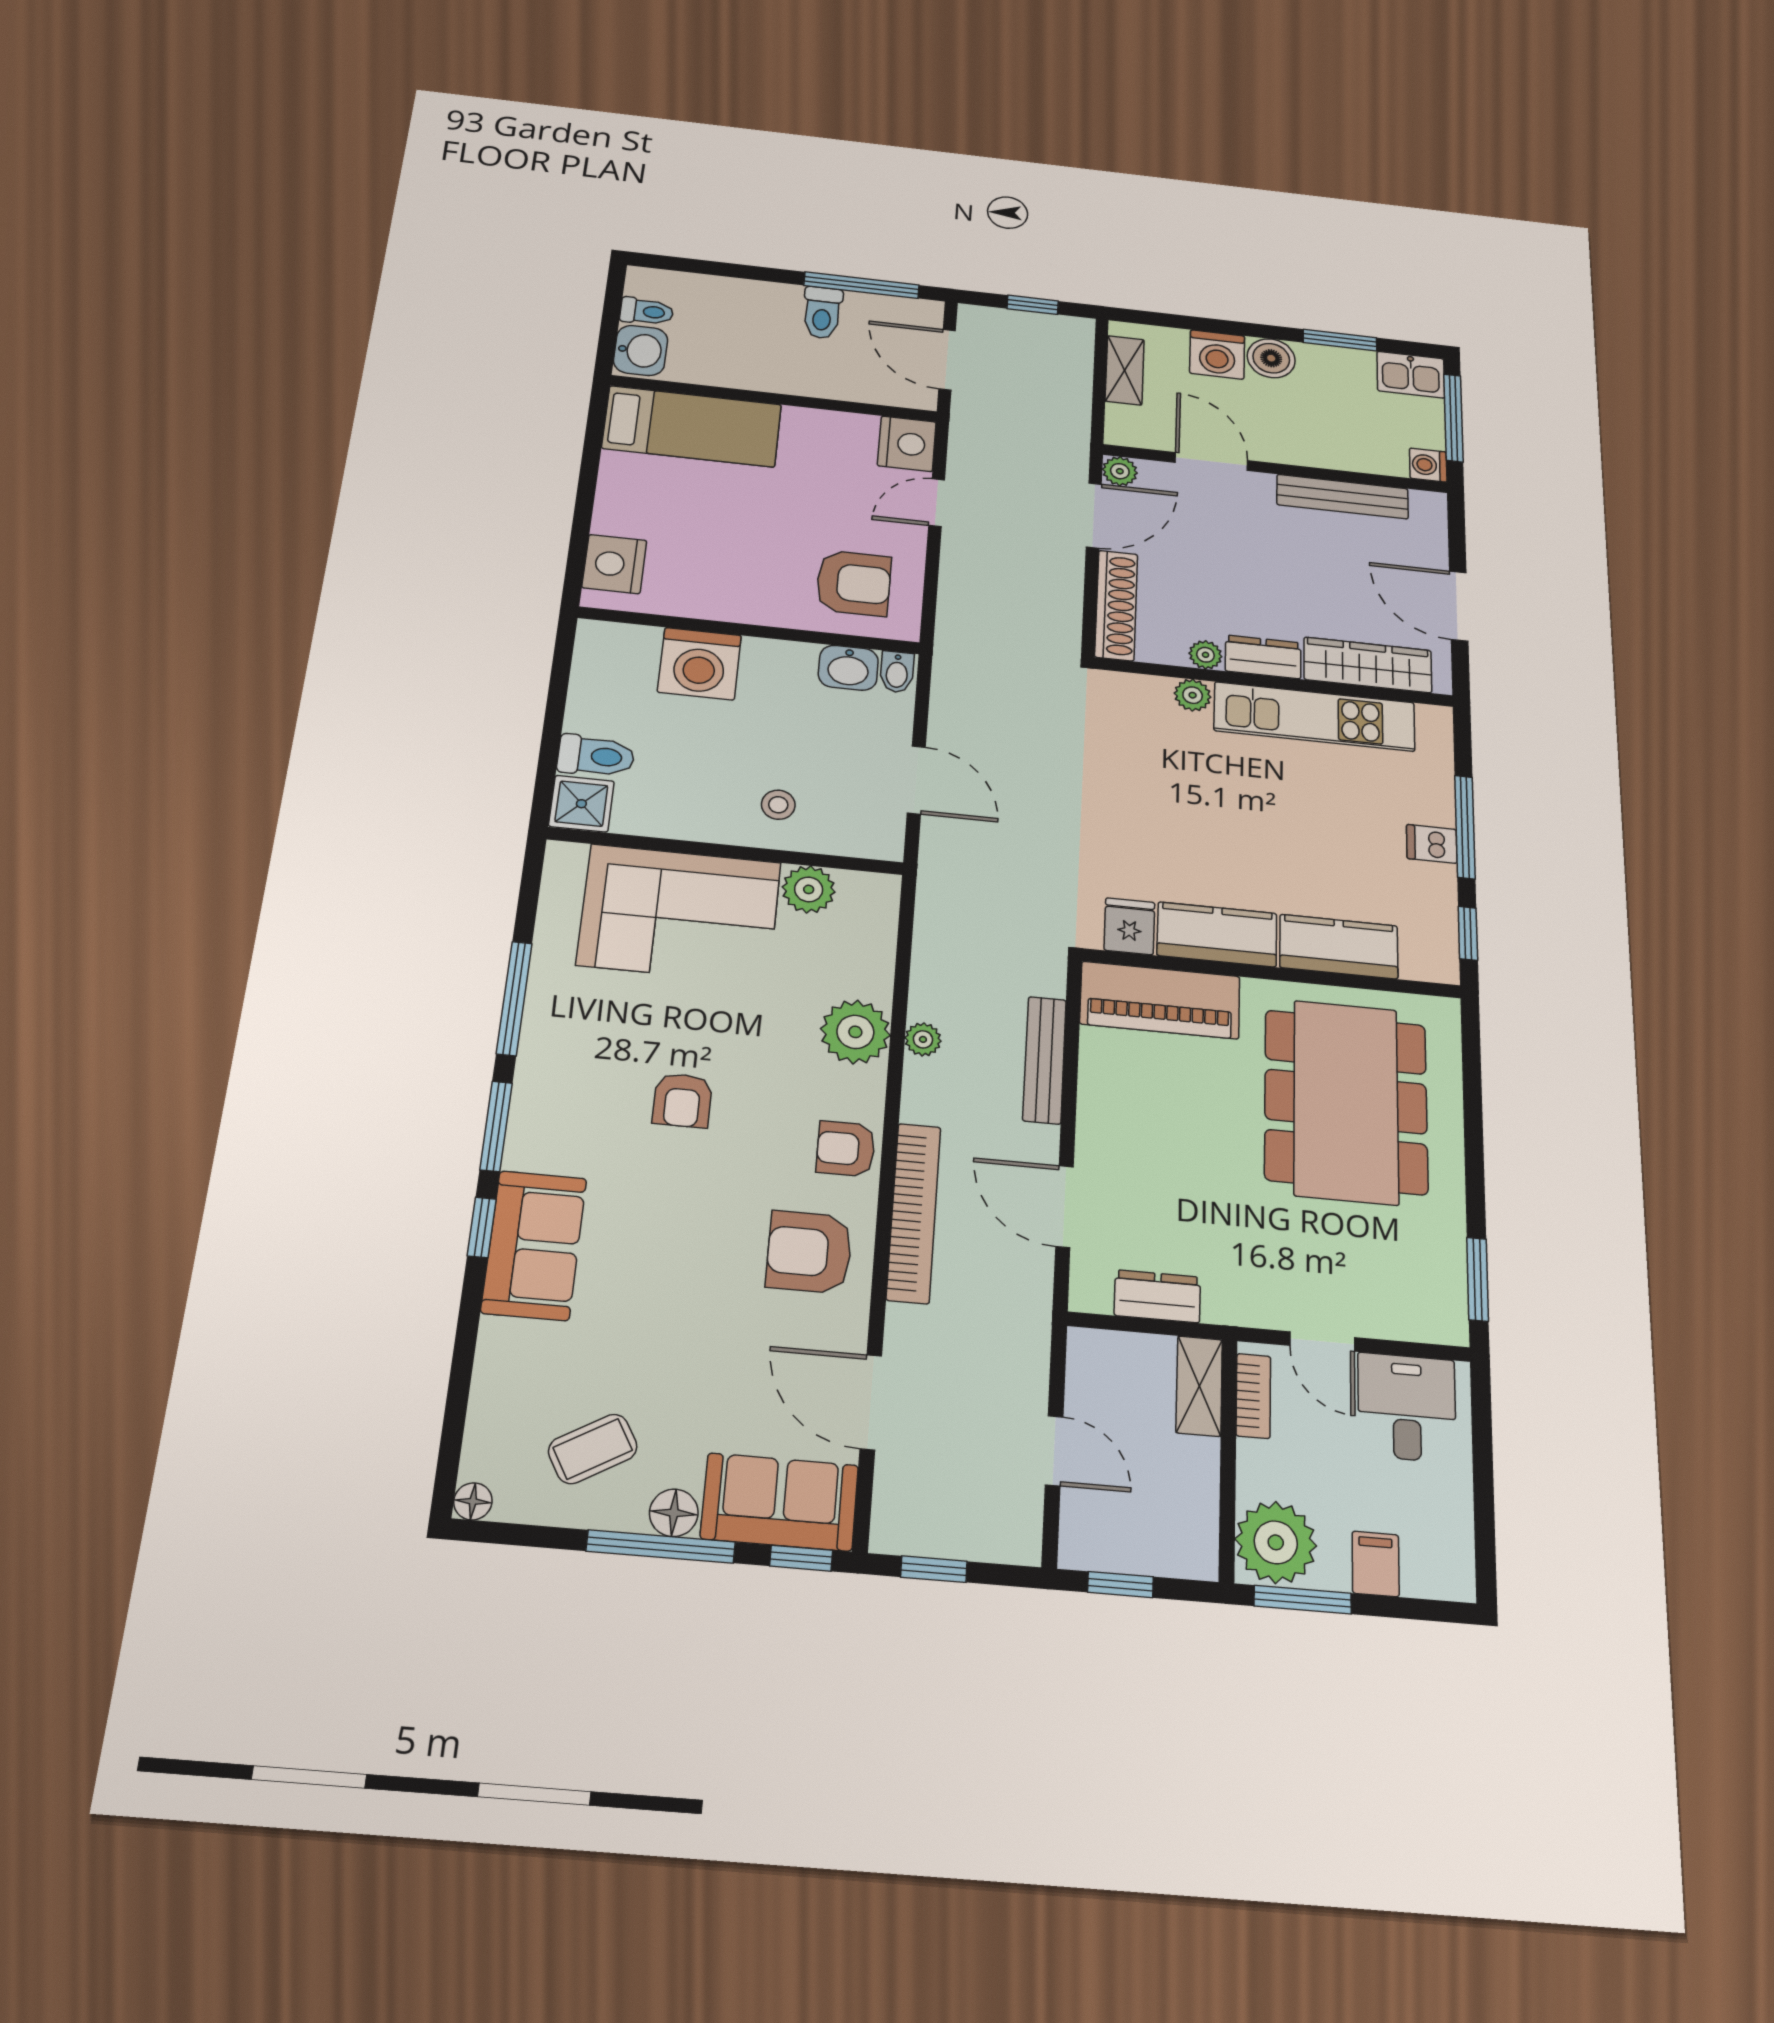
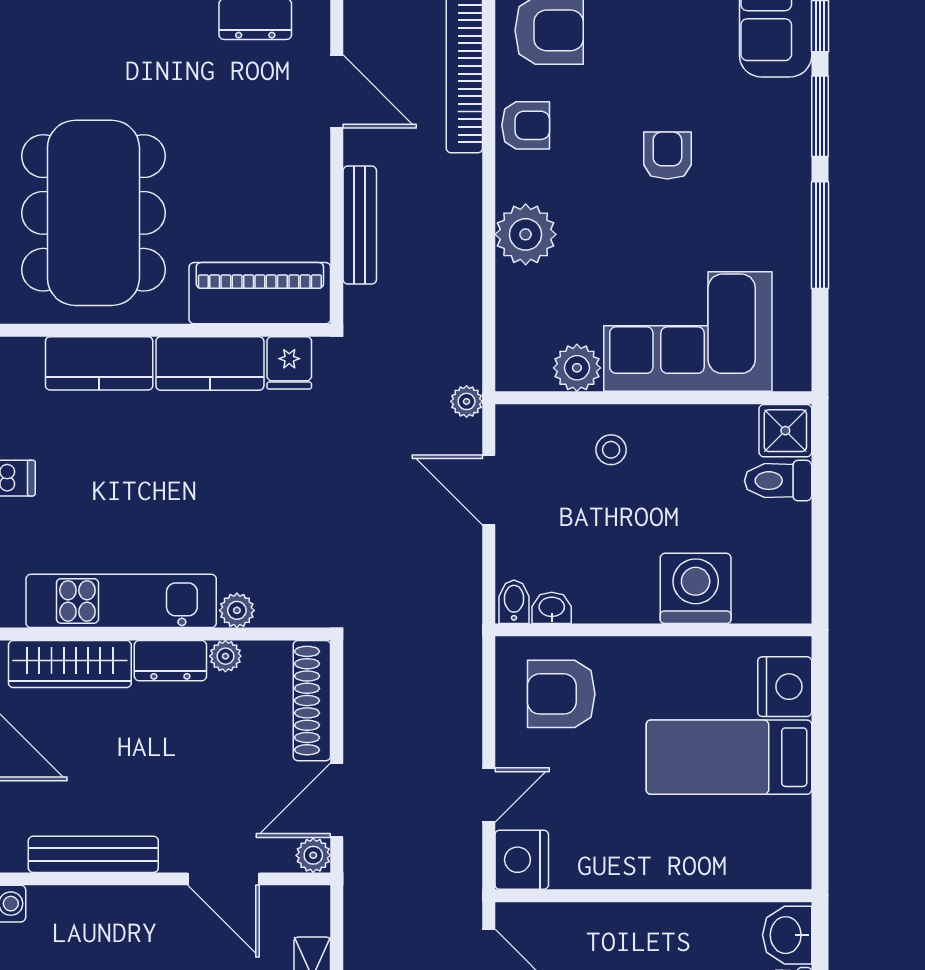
bed: (692, 426) -> (729, 757), moved
washbasin: (848, 668) -> (552, 608), width x0.72, depth x0.69
plant: (923, 1039) -> (467, 401), moved

